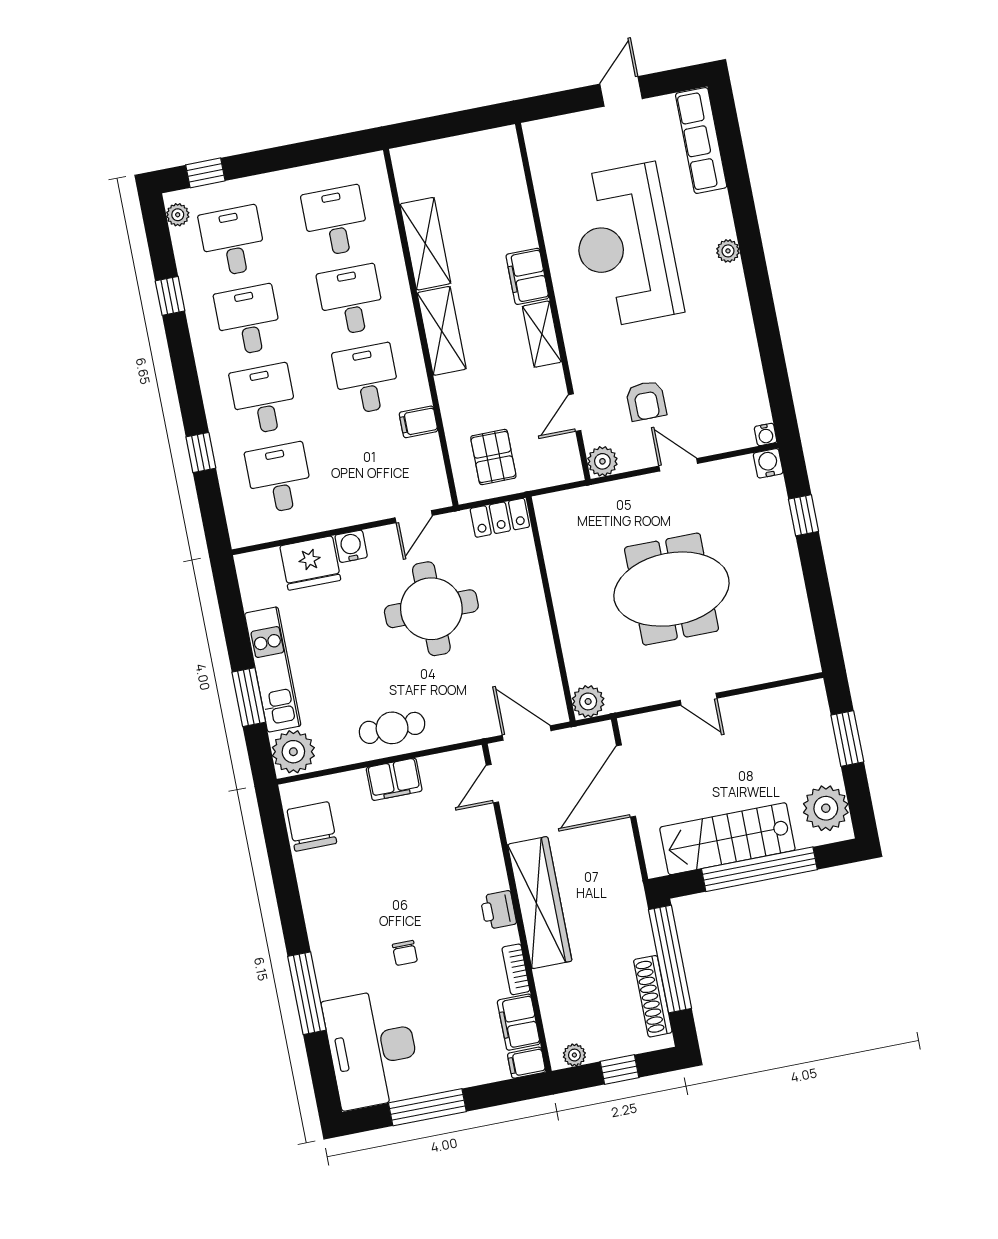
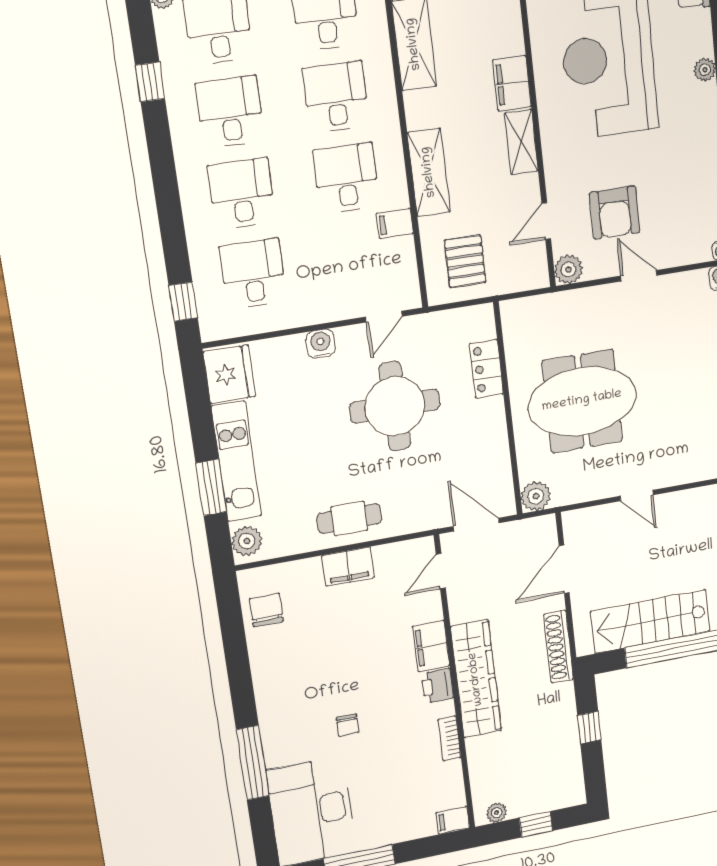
shelving: (442, 331) -> (429, 172), moved
armchair: (646, 401) -> (615, 213), width x1.38, depth x1.38
window: (201, 453) -> (183, 302), moved
locker: (500, 518) -> (486, 369), moved, turned 90
fridge: (310, 563) -> (229, 374), moved, turned -90
meeting table: (671, 589) -> (582, 401), moved
plant: (293, 752) -> (247, 541), width x0.73, depth x0.73
door: (626, 781) -> (564, 569), width x0.73
chair: (312, 826) -> (266, 610), width x0.73, depth x0.73
window: (670, 959) -> (589, 728), width x0.32
shoe rack: (653, 996) -> (559, 647), moved
filing cabinet: (519, 1022) -> (431, 646), moved

